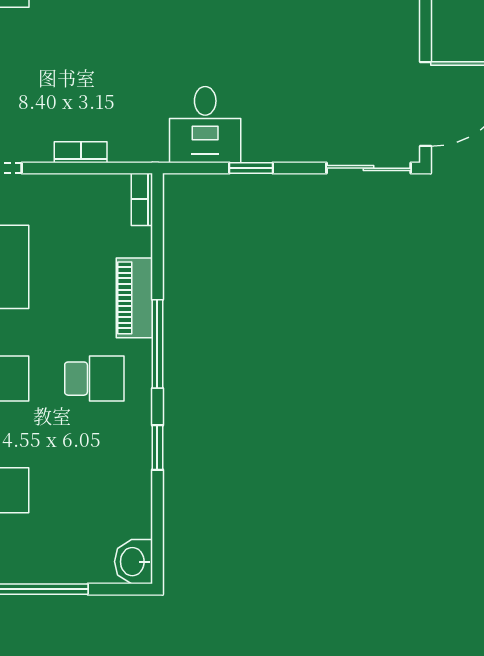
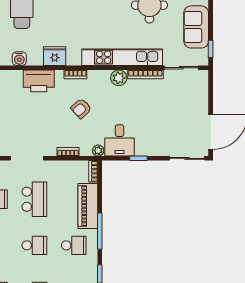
armchair: (112, 47) -> (81, 108), added
plant: (153, 149) -> (98, 151), added
piano: (134, 298) -> (88, 206), width x1.37, depth x1.33

